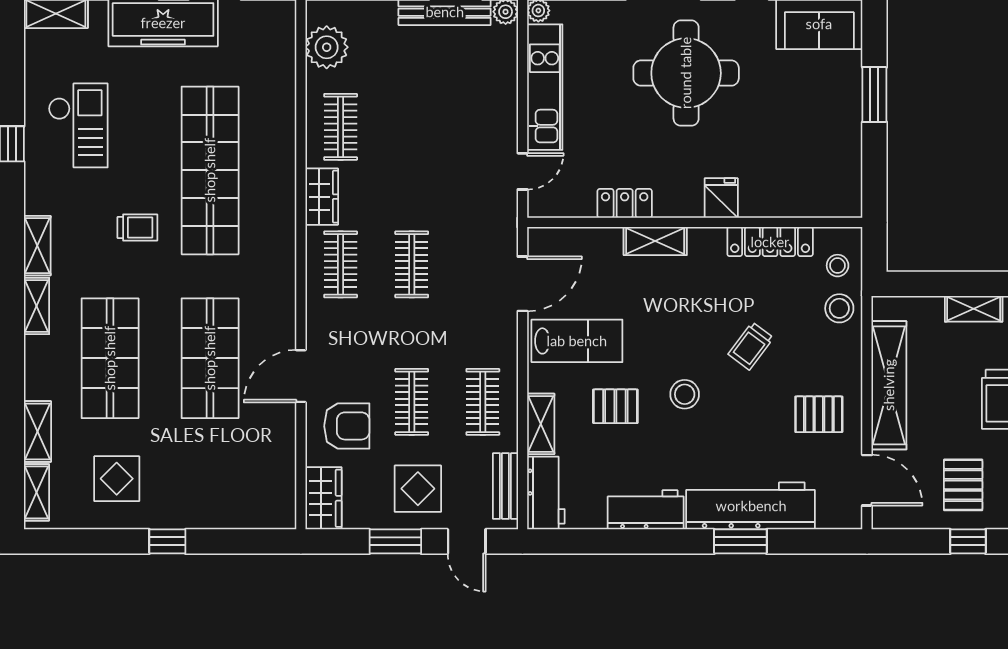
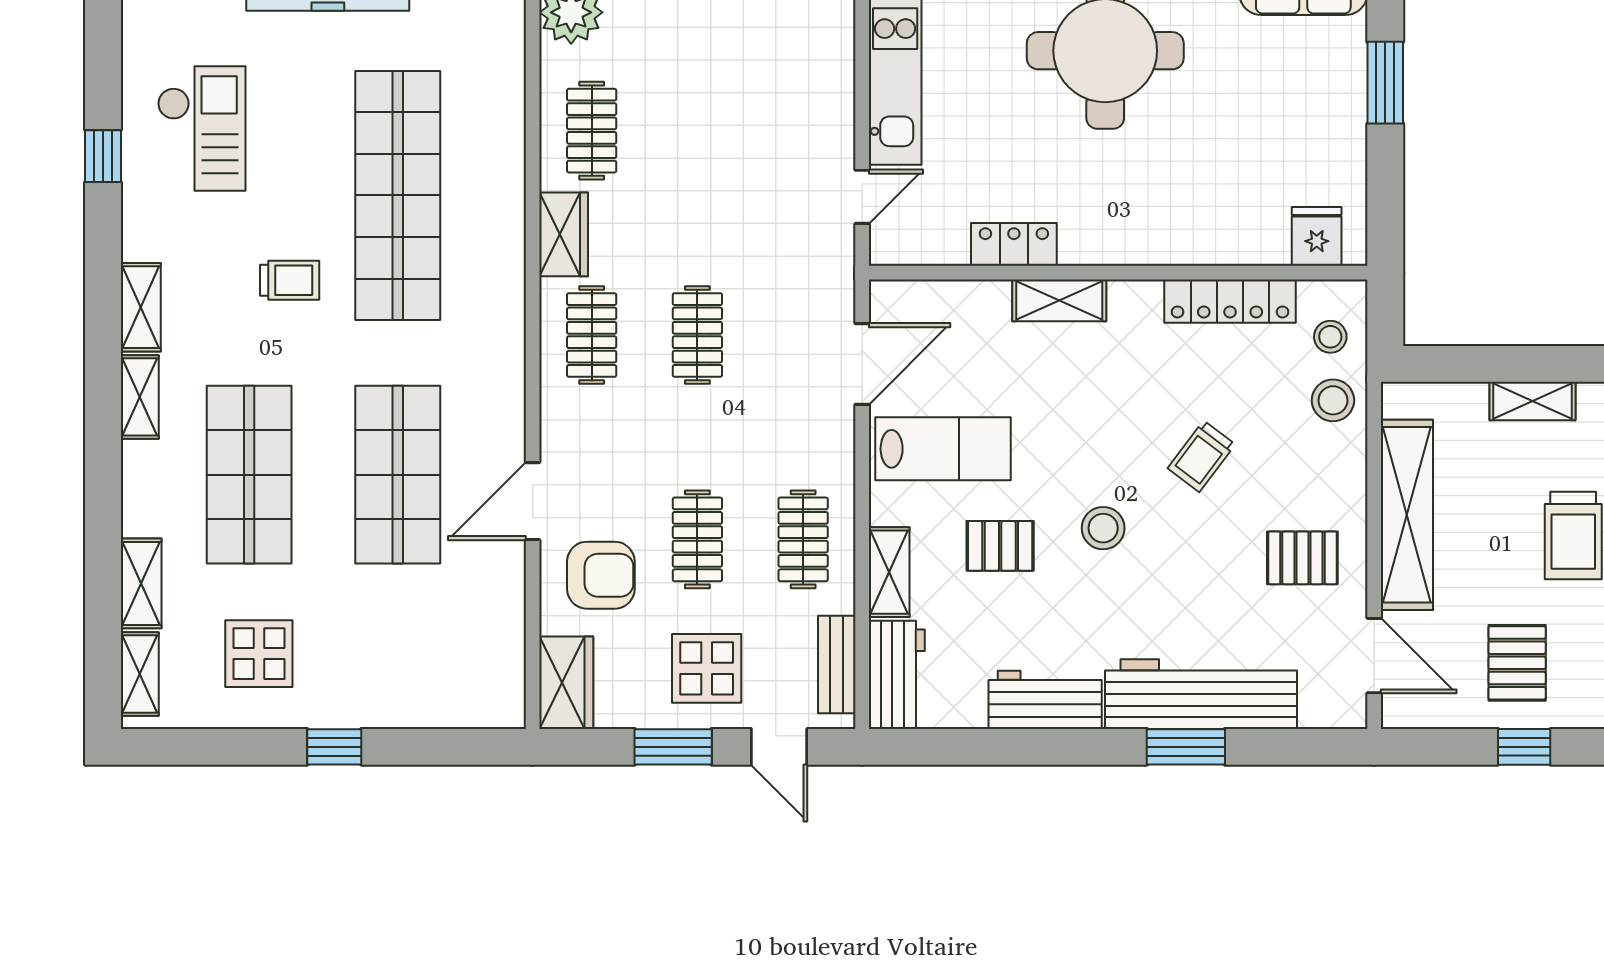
fridge: (721, 198) -> (1317, 236), moved

